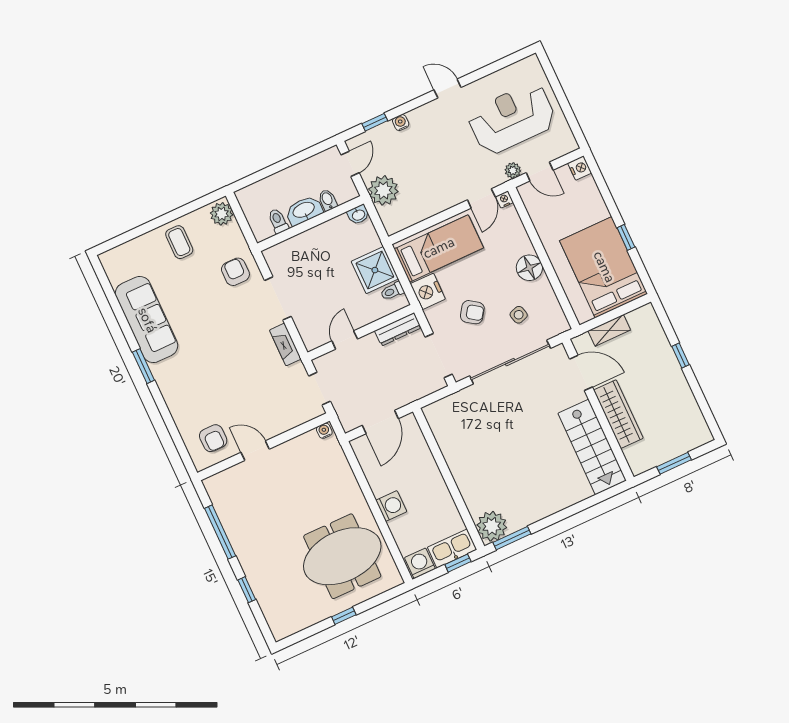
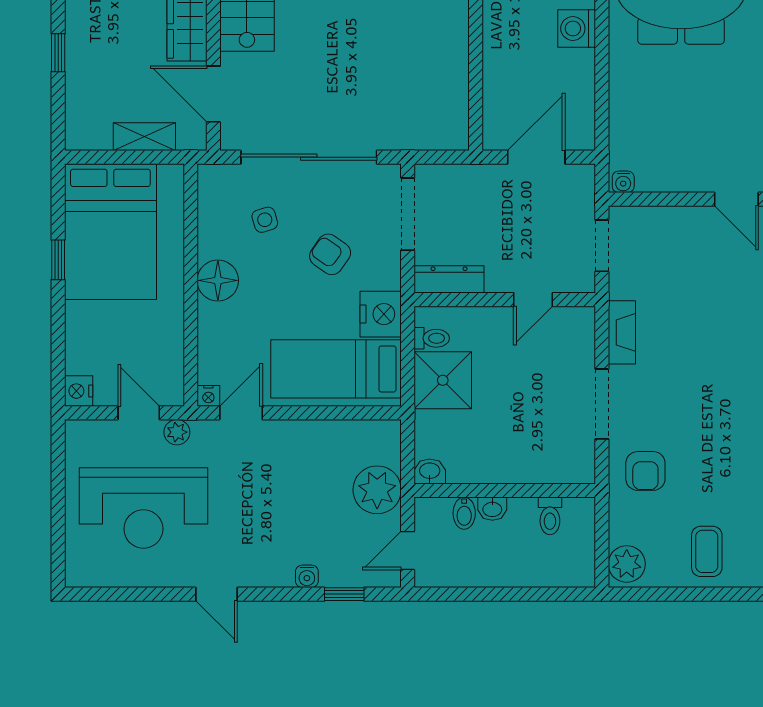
washbasin: (304, 210) -> (492, 509), width x0.52, depth x0.69

